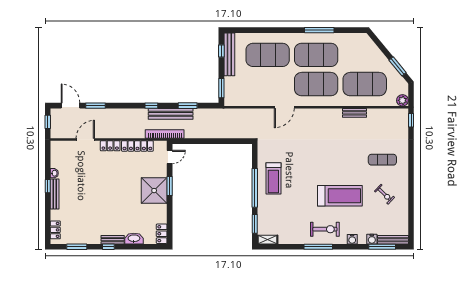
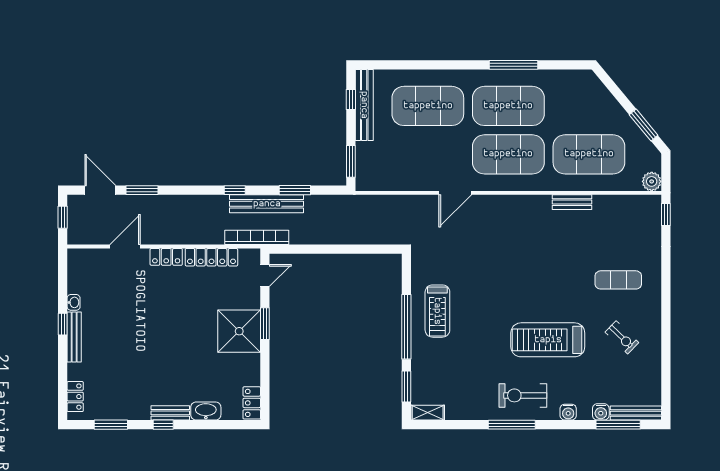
treadmill: (340, 196) -> (548, 340), turned 180
exercise bike: (325, 229) -> (523, 395), turned 180

